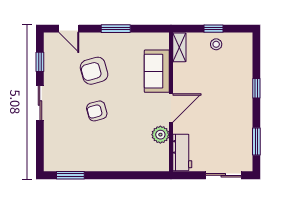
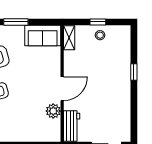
sofa: (157, 71) -> (43, 36), moved, turned -90
window: (256, 141) -> (134, 117), removed

